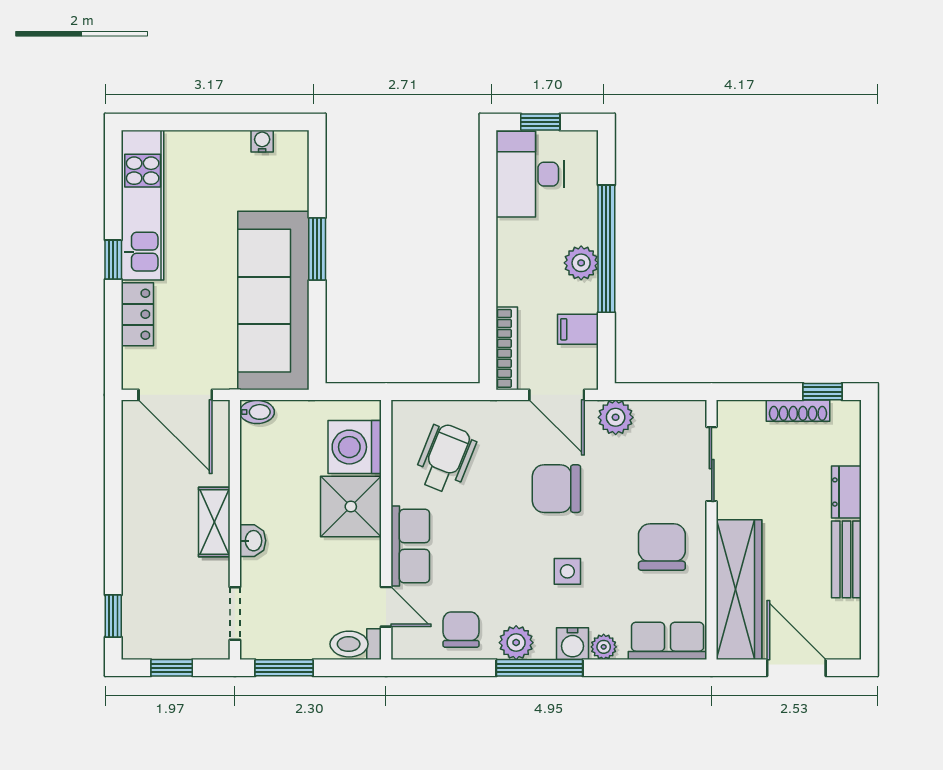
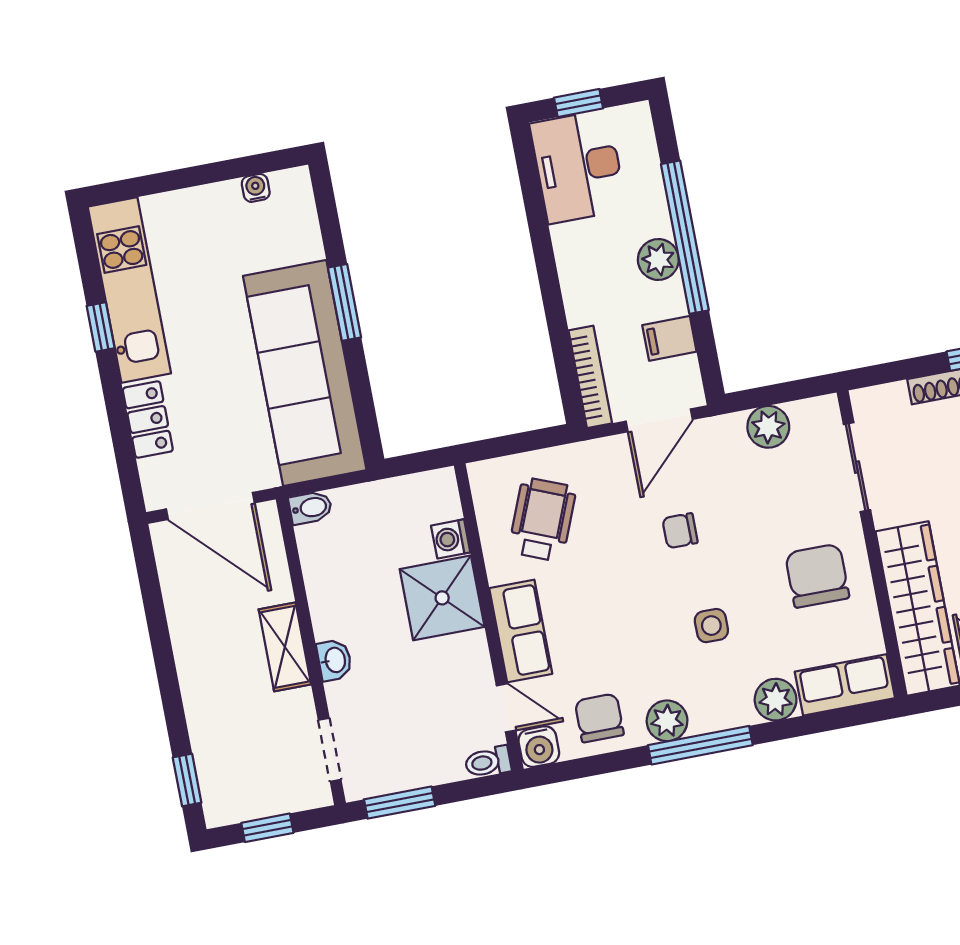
window: (113, 260) -> (101, 327), moved
door: (557, 395) -> (659, 420), hinge flipped
plant: (616, 417) -> (768, 427), moved
washing machine: (355, 447) -> (451, 539), width x0.53, depth x0.53
chair: (556, 489) -> (680, 531), width x0.54, depth x0.54
toilet: (356, 644) -> (488, 762), width x0.73, depth x0.72
water cooler: (572, 644) -> (539, 747), moved
plant: (604, 647) -> (776, 700), width x1.38, depth x1.38

